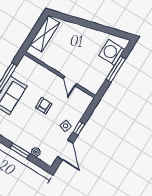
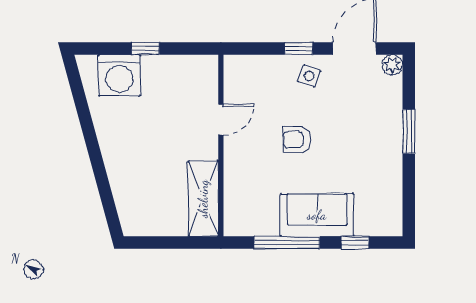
shelving: (45, 34) -> (203, 199), moved, turned 90
window: (116, 69) -> (145, 48), width x0.46
plant: (36, 152) -> (393, 65), moved

